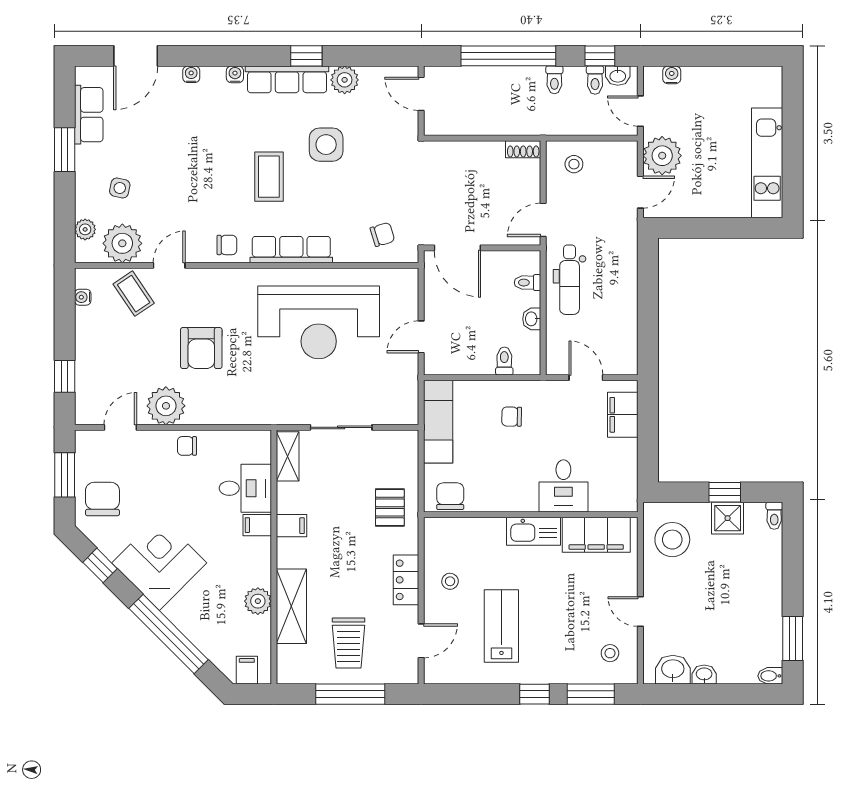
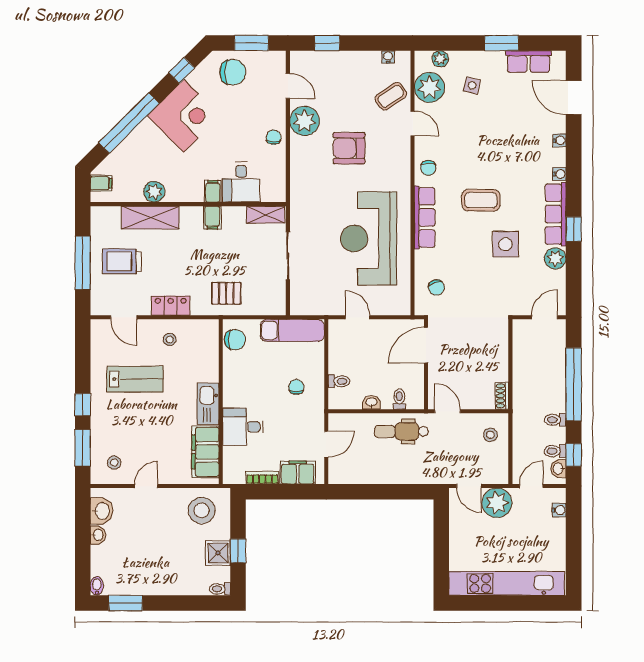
kitchen unit: (767, 163) -> (507, 583), width x1.36
bookcase: (629, 461) -> (262, 478), added

